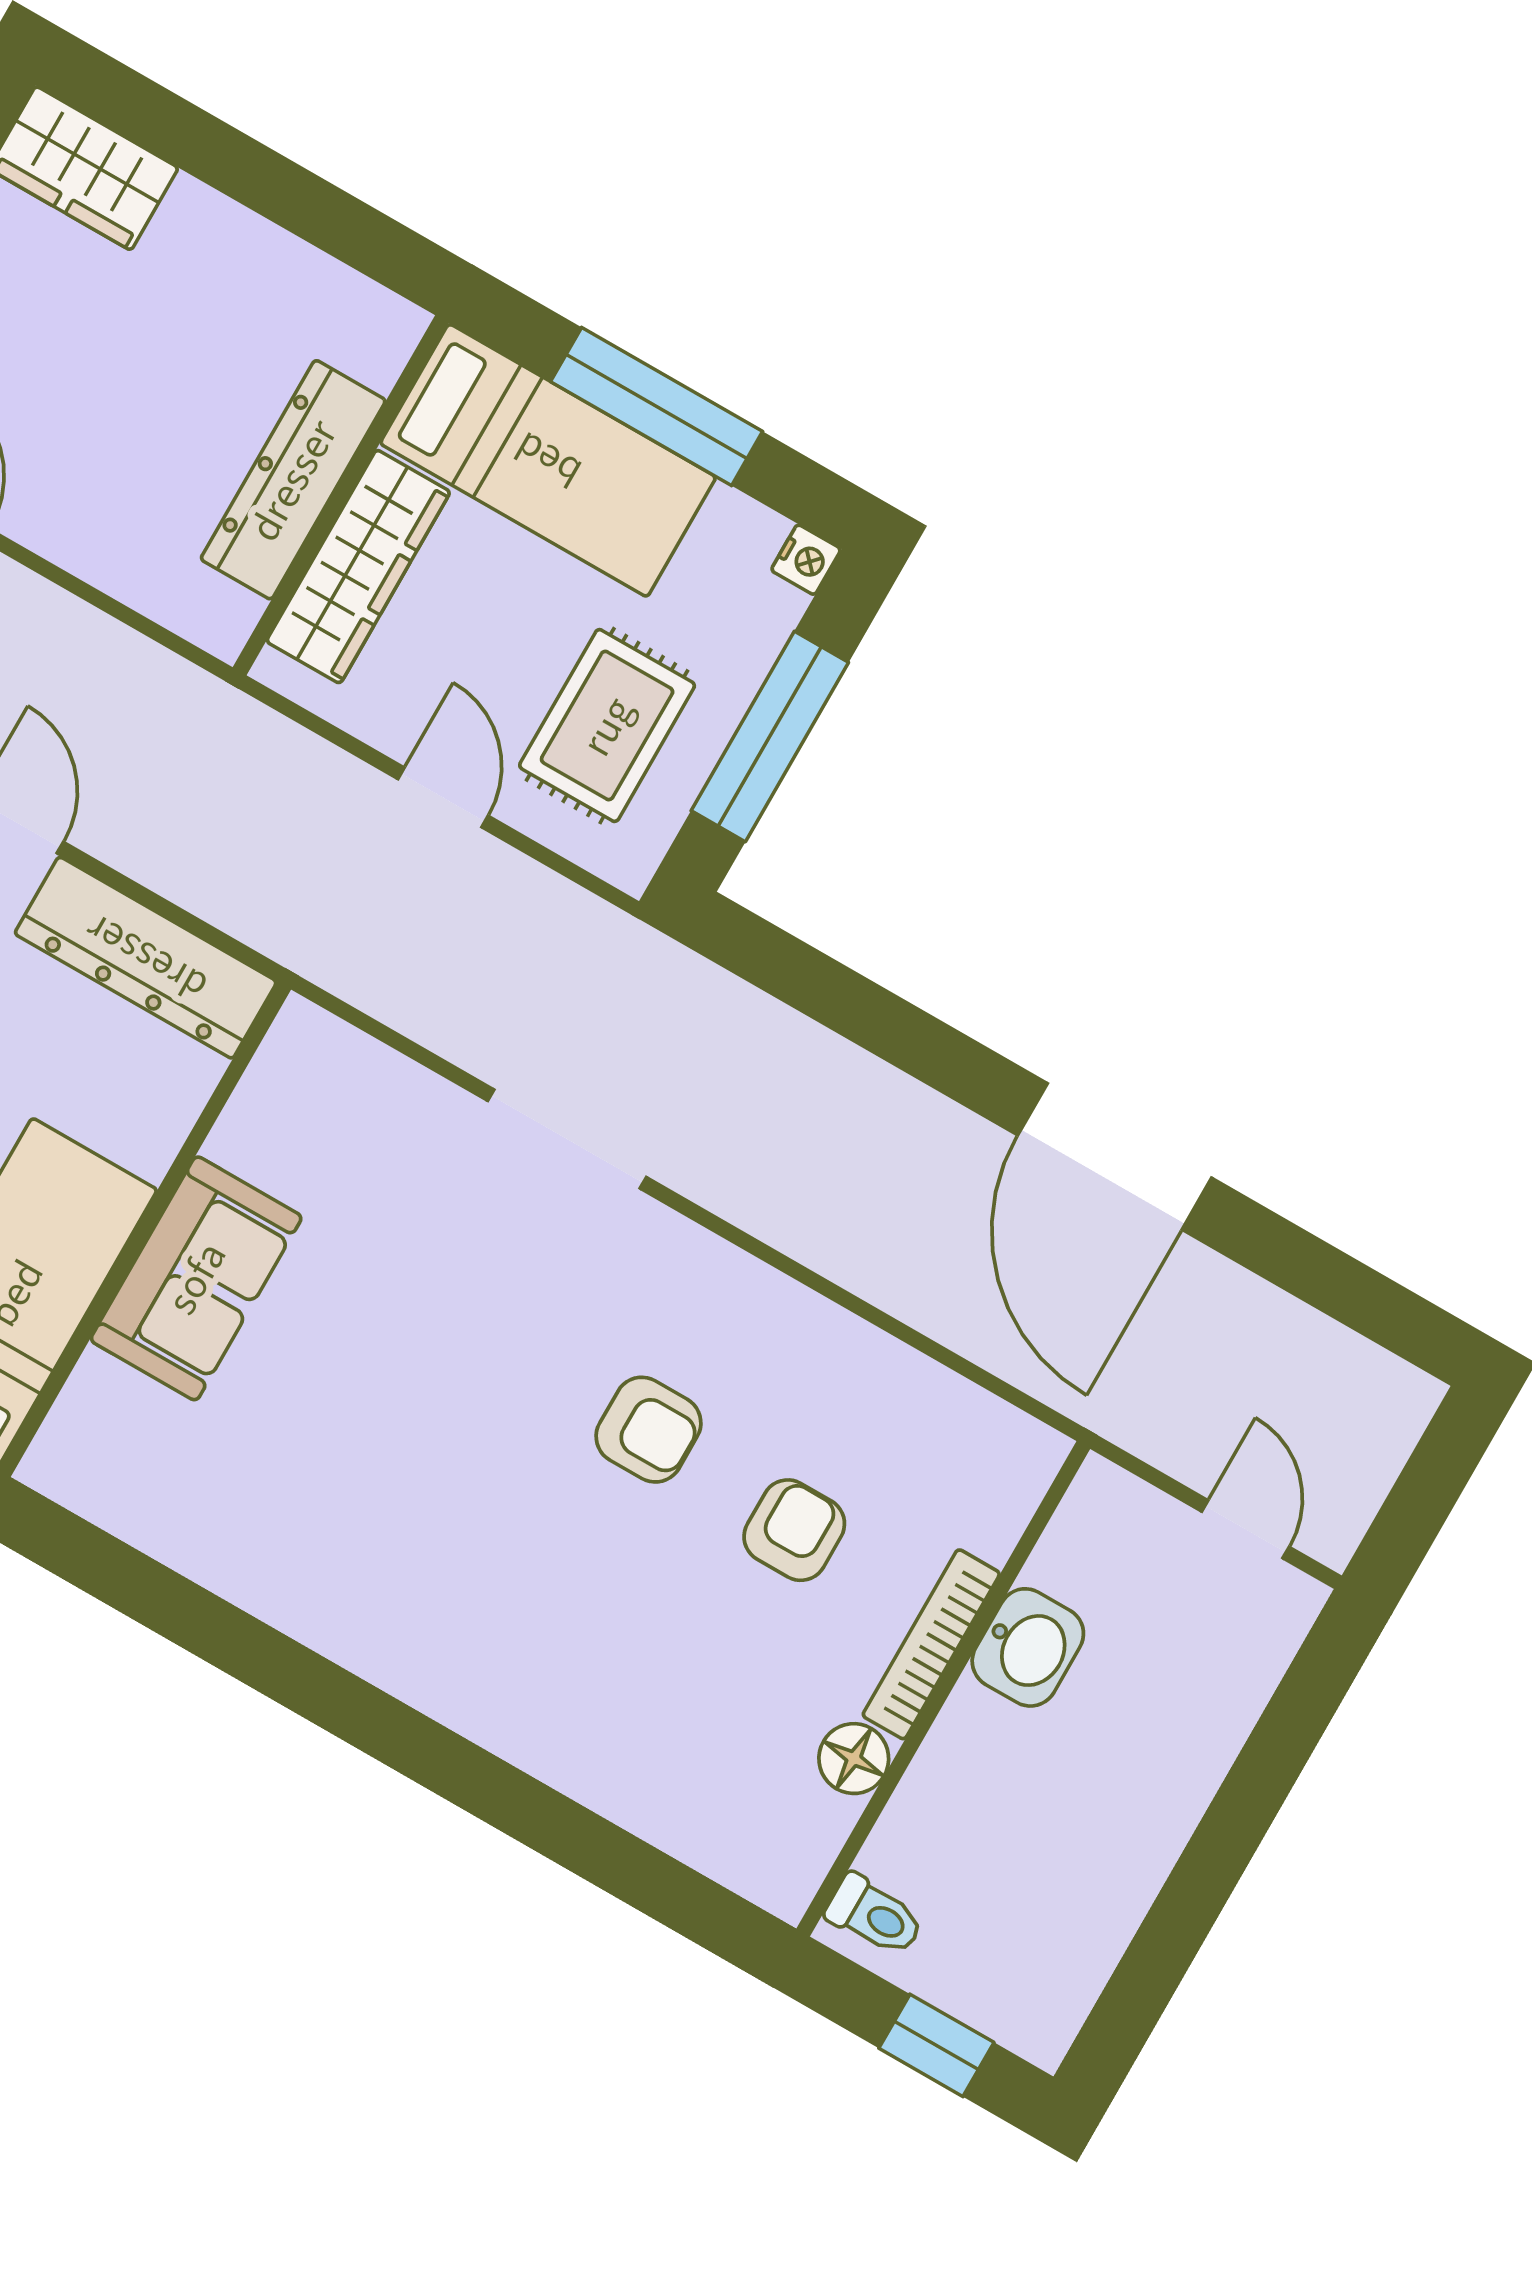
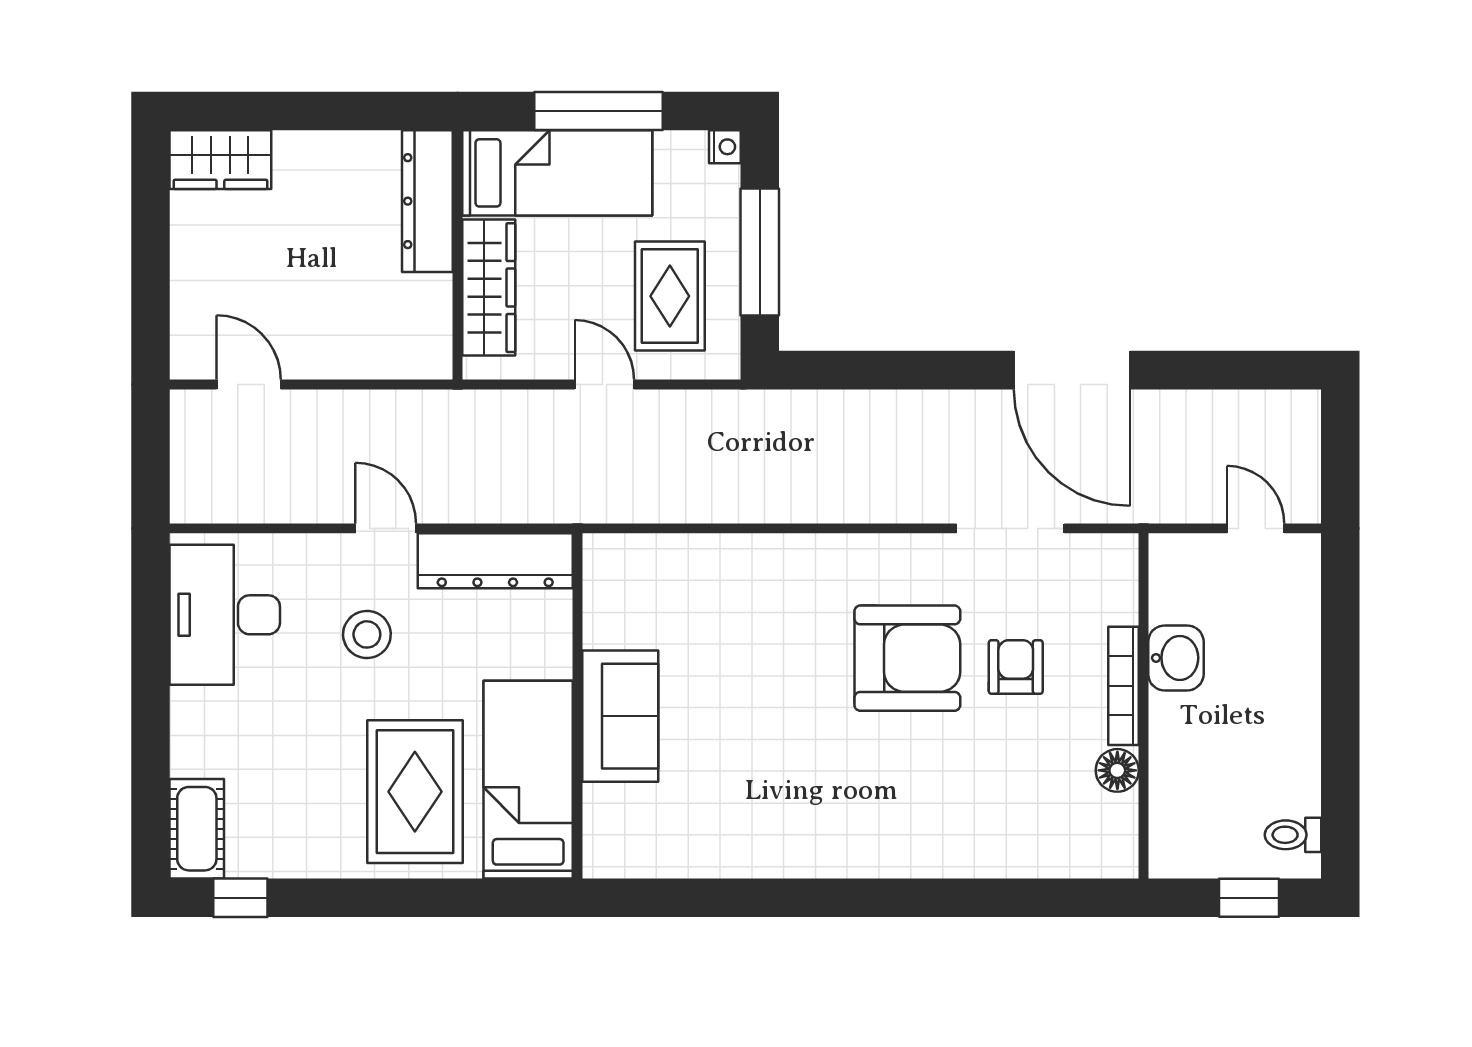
dresser: (293, 480) -> (427, 201), moved
doorway: (567, 1139) -> (1010, 528), moved
armchair: (649, 1430) -> (907, 658), width x1.88, depth x1.88
toilet: (875, 1915) -> (1293, 835), moved, turned 180

